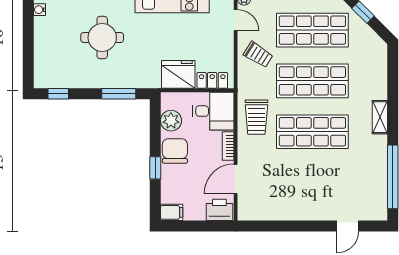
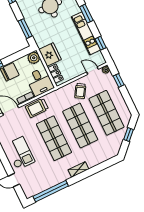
door: (236, 20) -> (92, 71), swing flipped
trolley: (256, 117) -> (37, 108), moved
plant: (171, 121) -> (34, 58), moved
checkout: (310, 196) -> (20, 153), added

